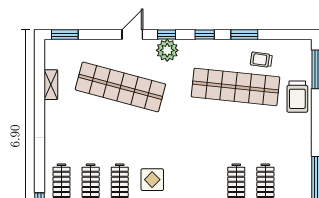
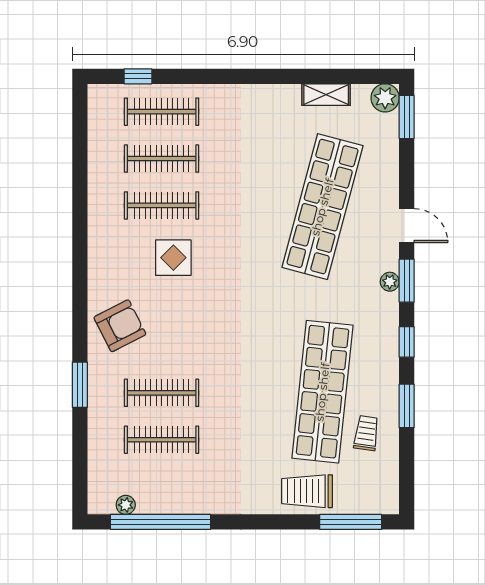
window: (167, 35) -> (407, 281), width x1.50
plant: (53, 48) -> (385, 98), added
plant: (167, 50) -> (390, 282), width x0.53, depth x0.53

